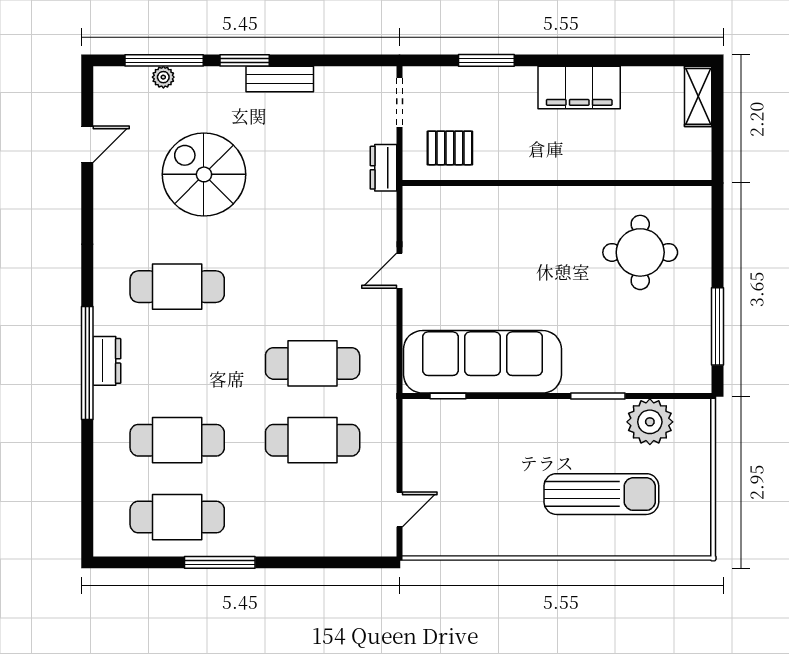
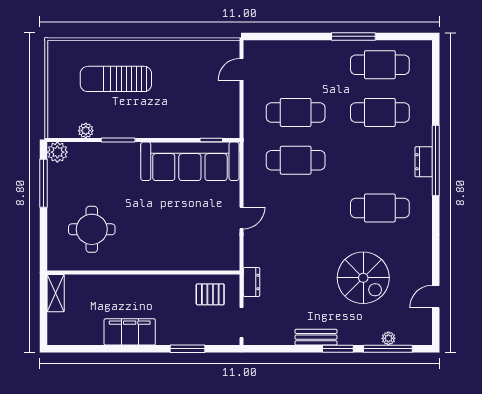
shelving: (698, 96) -> (56, 293), moved
plant: (695, 377) -> (57, 152), added
plant: (650, 422) -> (86, 131), width x0.53, depth x0.53

